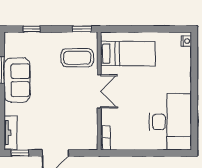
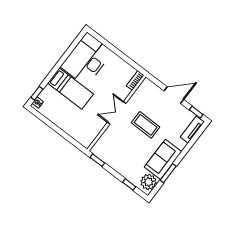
plant: (14, 46) -> (149, 182), added
window: (194, 50) -> (37, 93), added
bed: (128, 54) -> (70, 88), moved, turned 180
coffee table: (77, 58) -> (146, 125), moved

